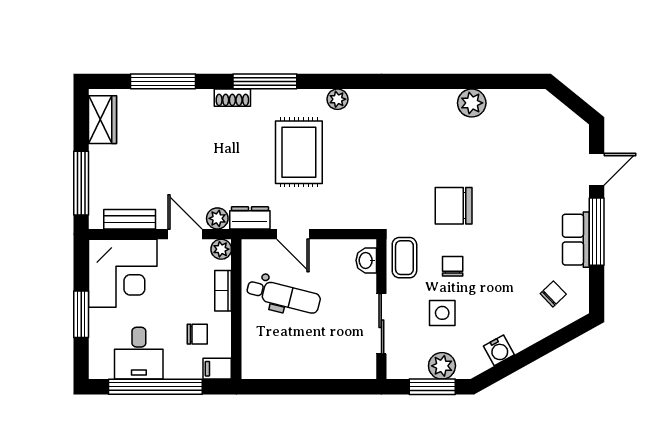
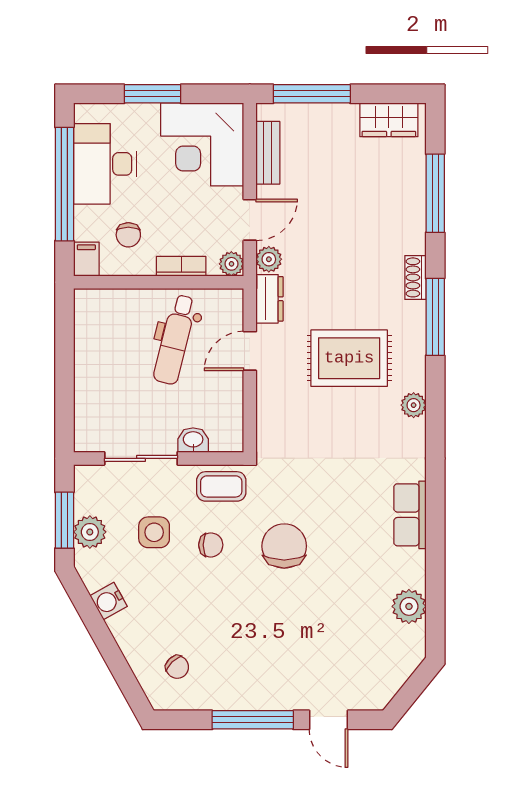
plant: (472, 103) -> (409, 606), moved
row of seats: (576, 240) -> (410, 515), moved, turned -90
washbasin: (366, 260) -> (193, 440), moved
desk: (139, 353) -> (105, 164), width x1.37

